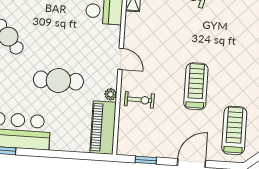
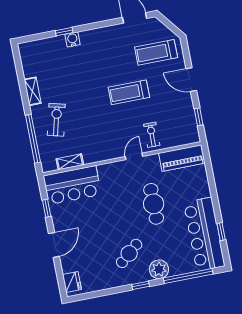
door: (121, 59) -> (134, 156), moved
plant: (111, 94) -> (154, 159), removed

